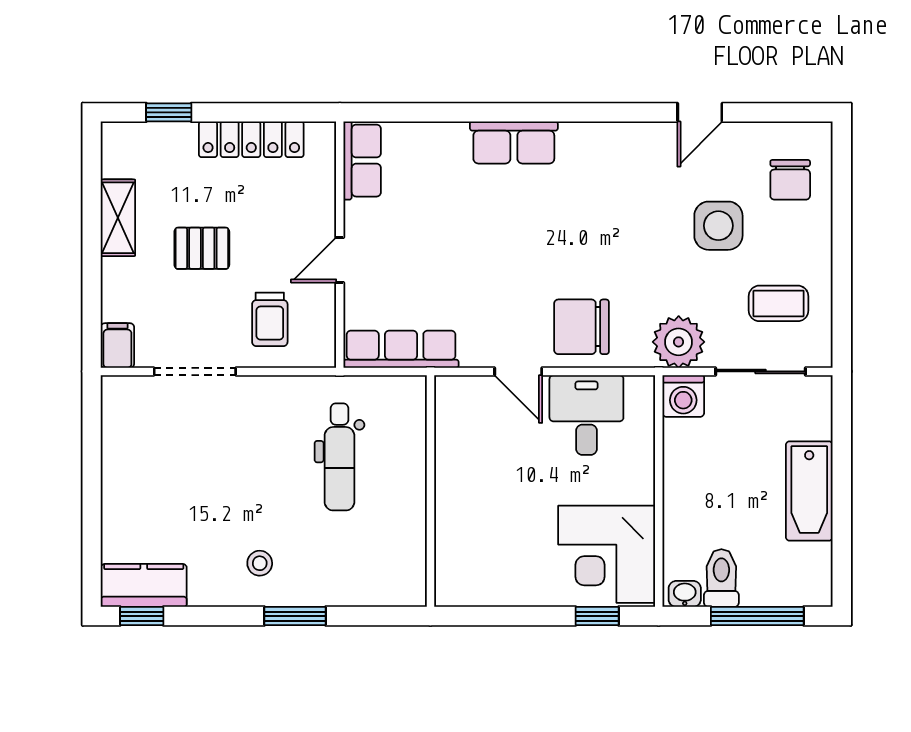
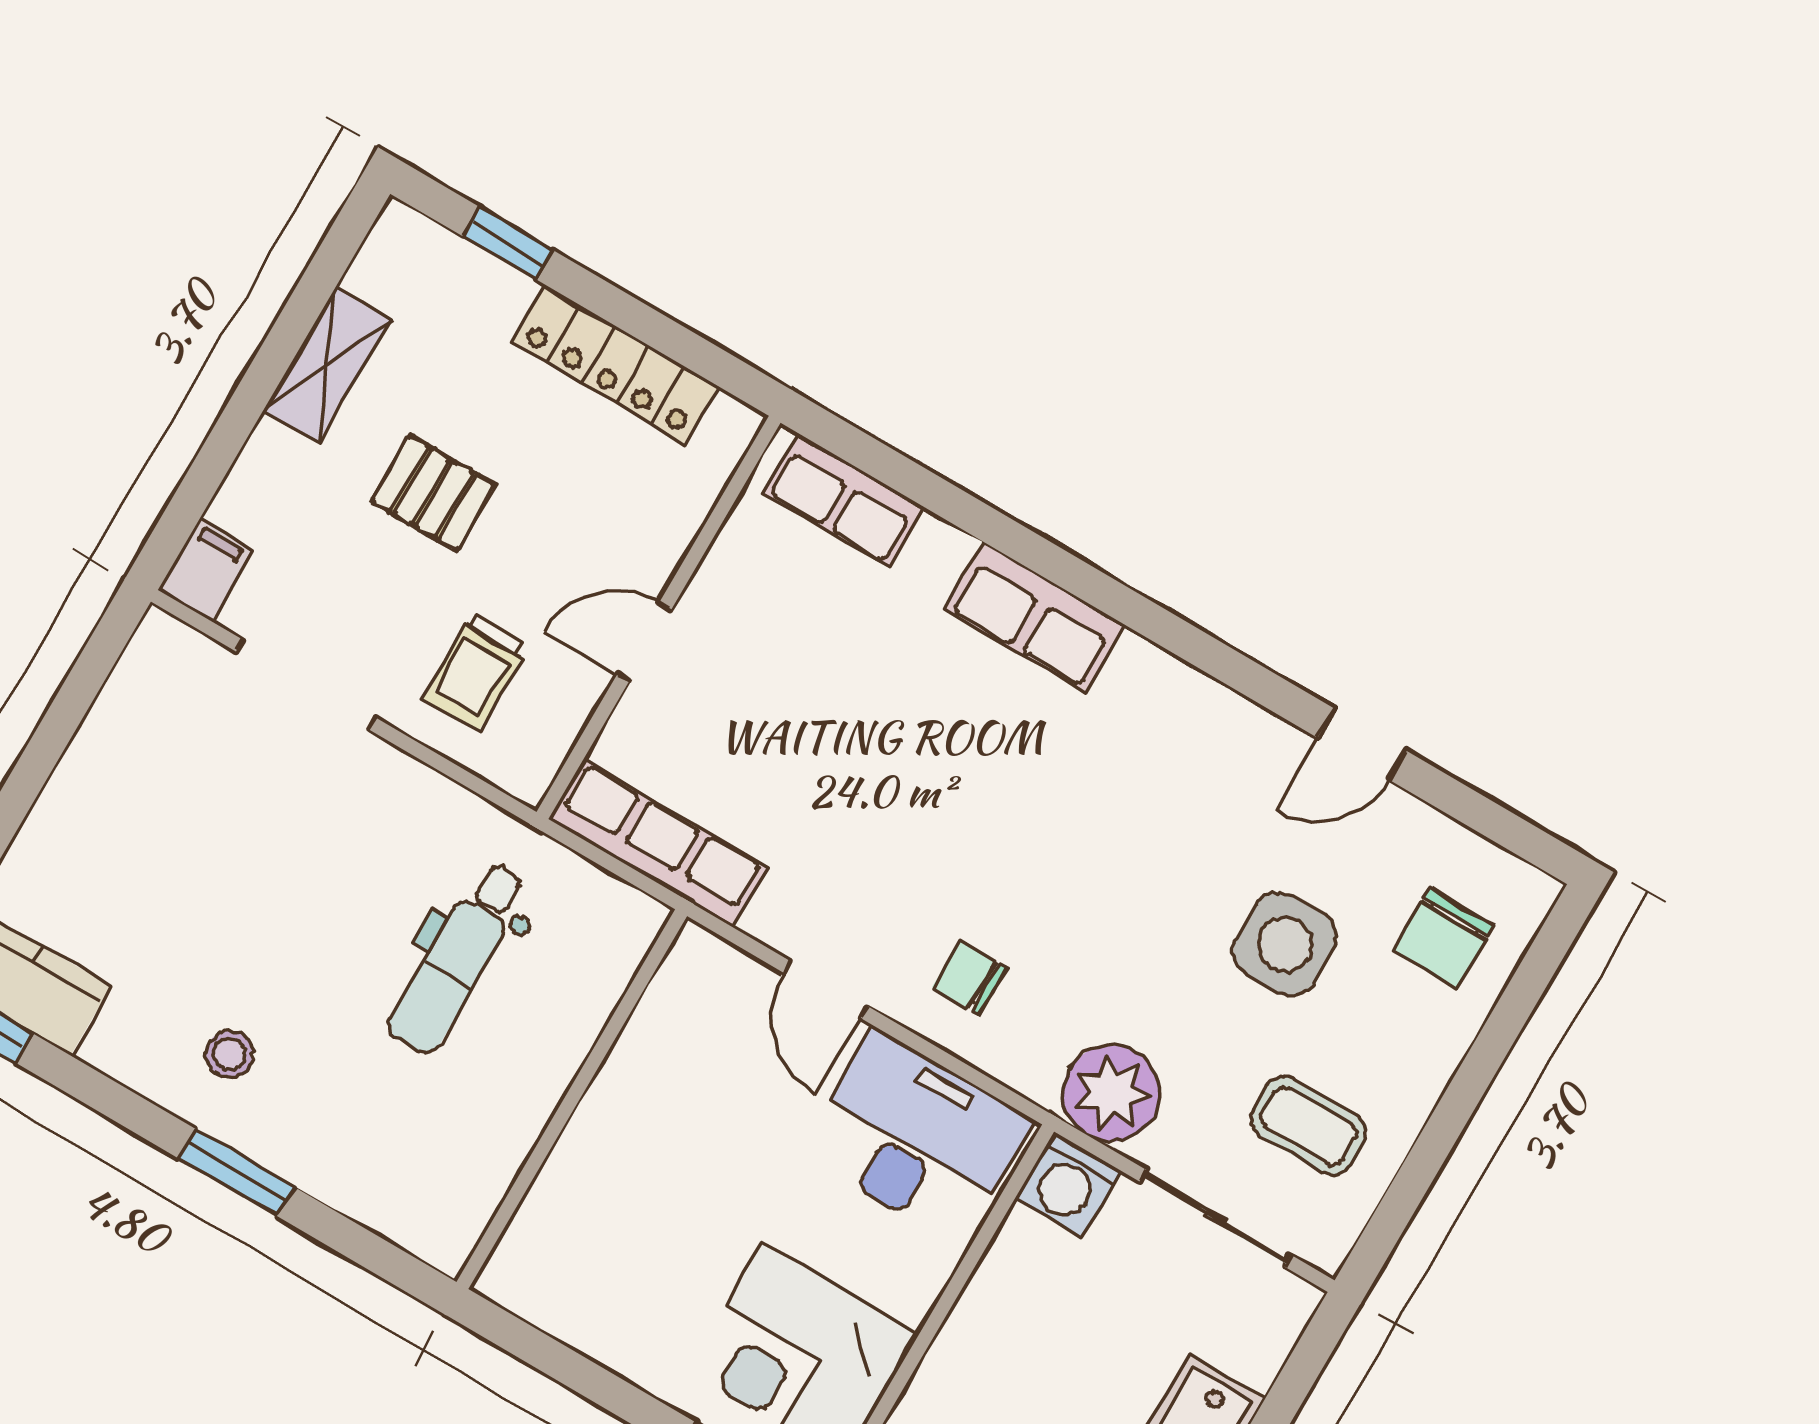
row of seats: (362, 161) -> (843, 500), moved, turned 90
chair: (581, 327) -> (970, 978), width x0.54, depth x0.54
desk: (586, 415) -> (917, 1137), width x1.37

